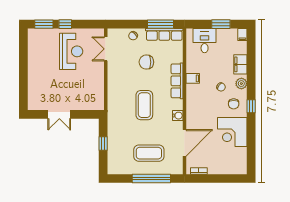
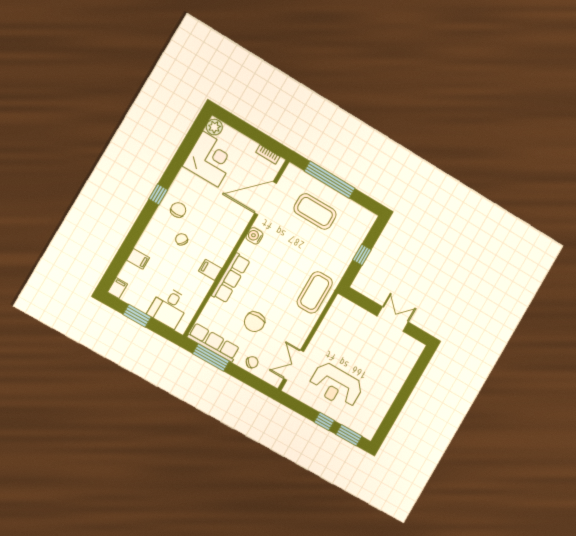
double door: (106, 49) -> (294, 365), swing flipped
reception desk: (71, 51) -> (336, 385), turned -90
chair: (146, 62) -> (255, 322), turned 90
filing cabinet: (240, 64) -> (138, 259), width x0.50
plant: (241, 84) -> (214, 127), moved
coffee table: (144, 105) -> (315, 292), moved
corner desk: (232, 132) -> (210, 159), moved

